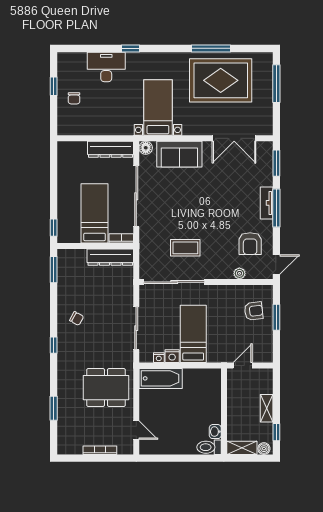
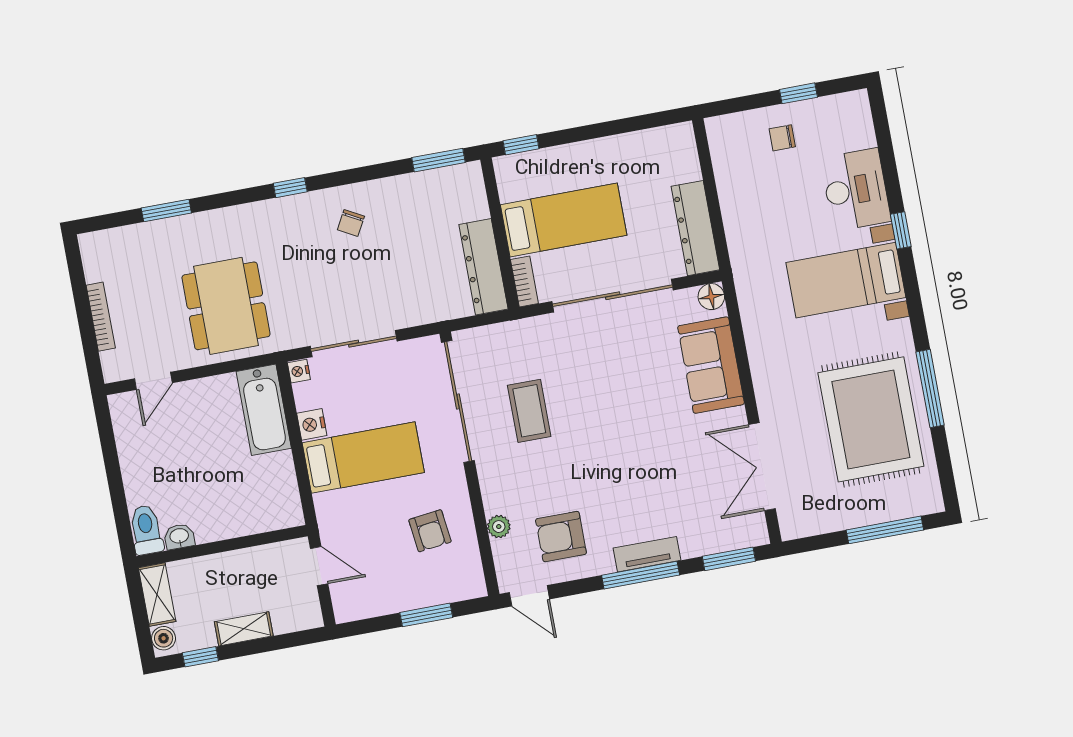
bed with nightstands: (158, 108) -> (846, 280), moved, turned 180
armchair: (254, 311) -> (430, 531), moved
nightstand: (159, 358) -> (299, 371), moved

